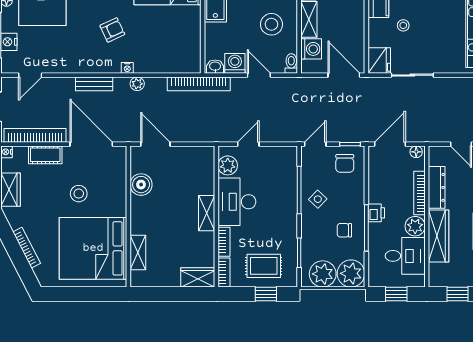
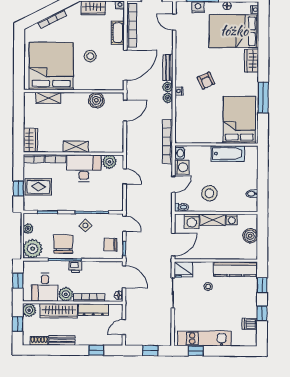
plant: (122, 84) -> (168, 87), added
chair: (344, 230) -> (63, 244), width x1.87, depth x1.87
rug: (264, 266) -> (38, 187), turned 90
plant: (323, 274) -> (28, 229), width x0.53, depth x0.53
plant: (438, 278) -> (29, 310), added

